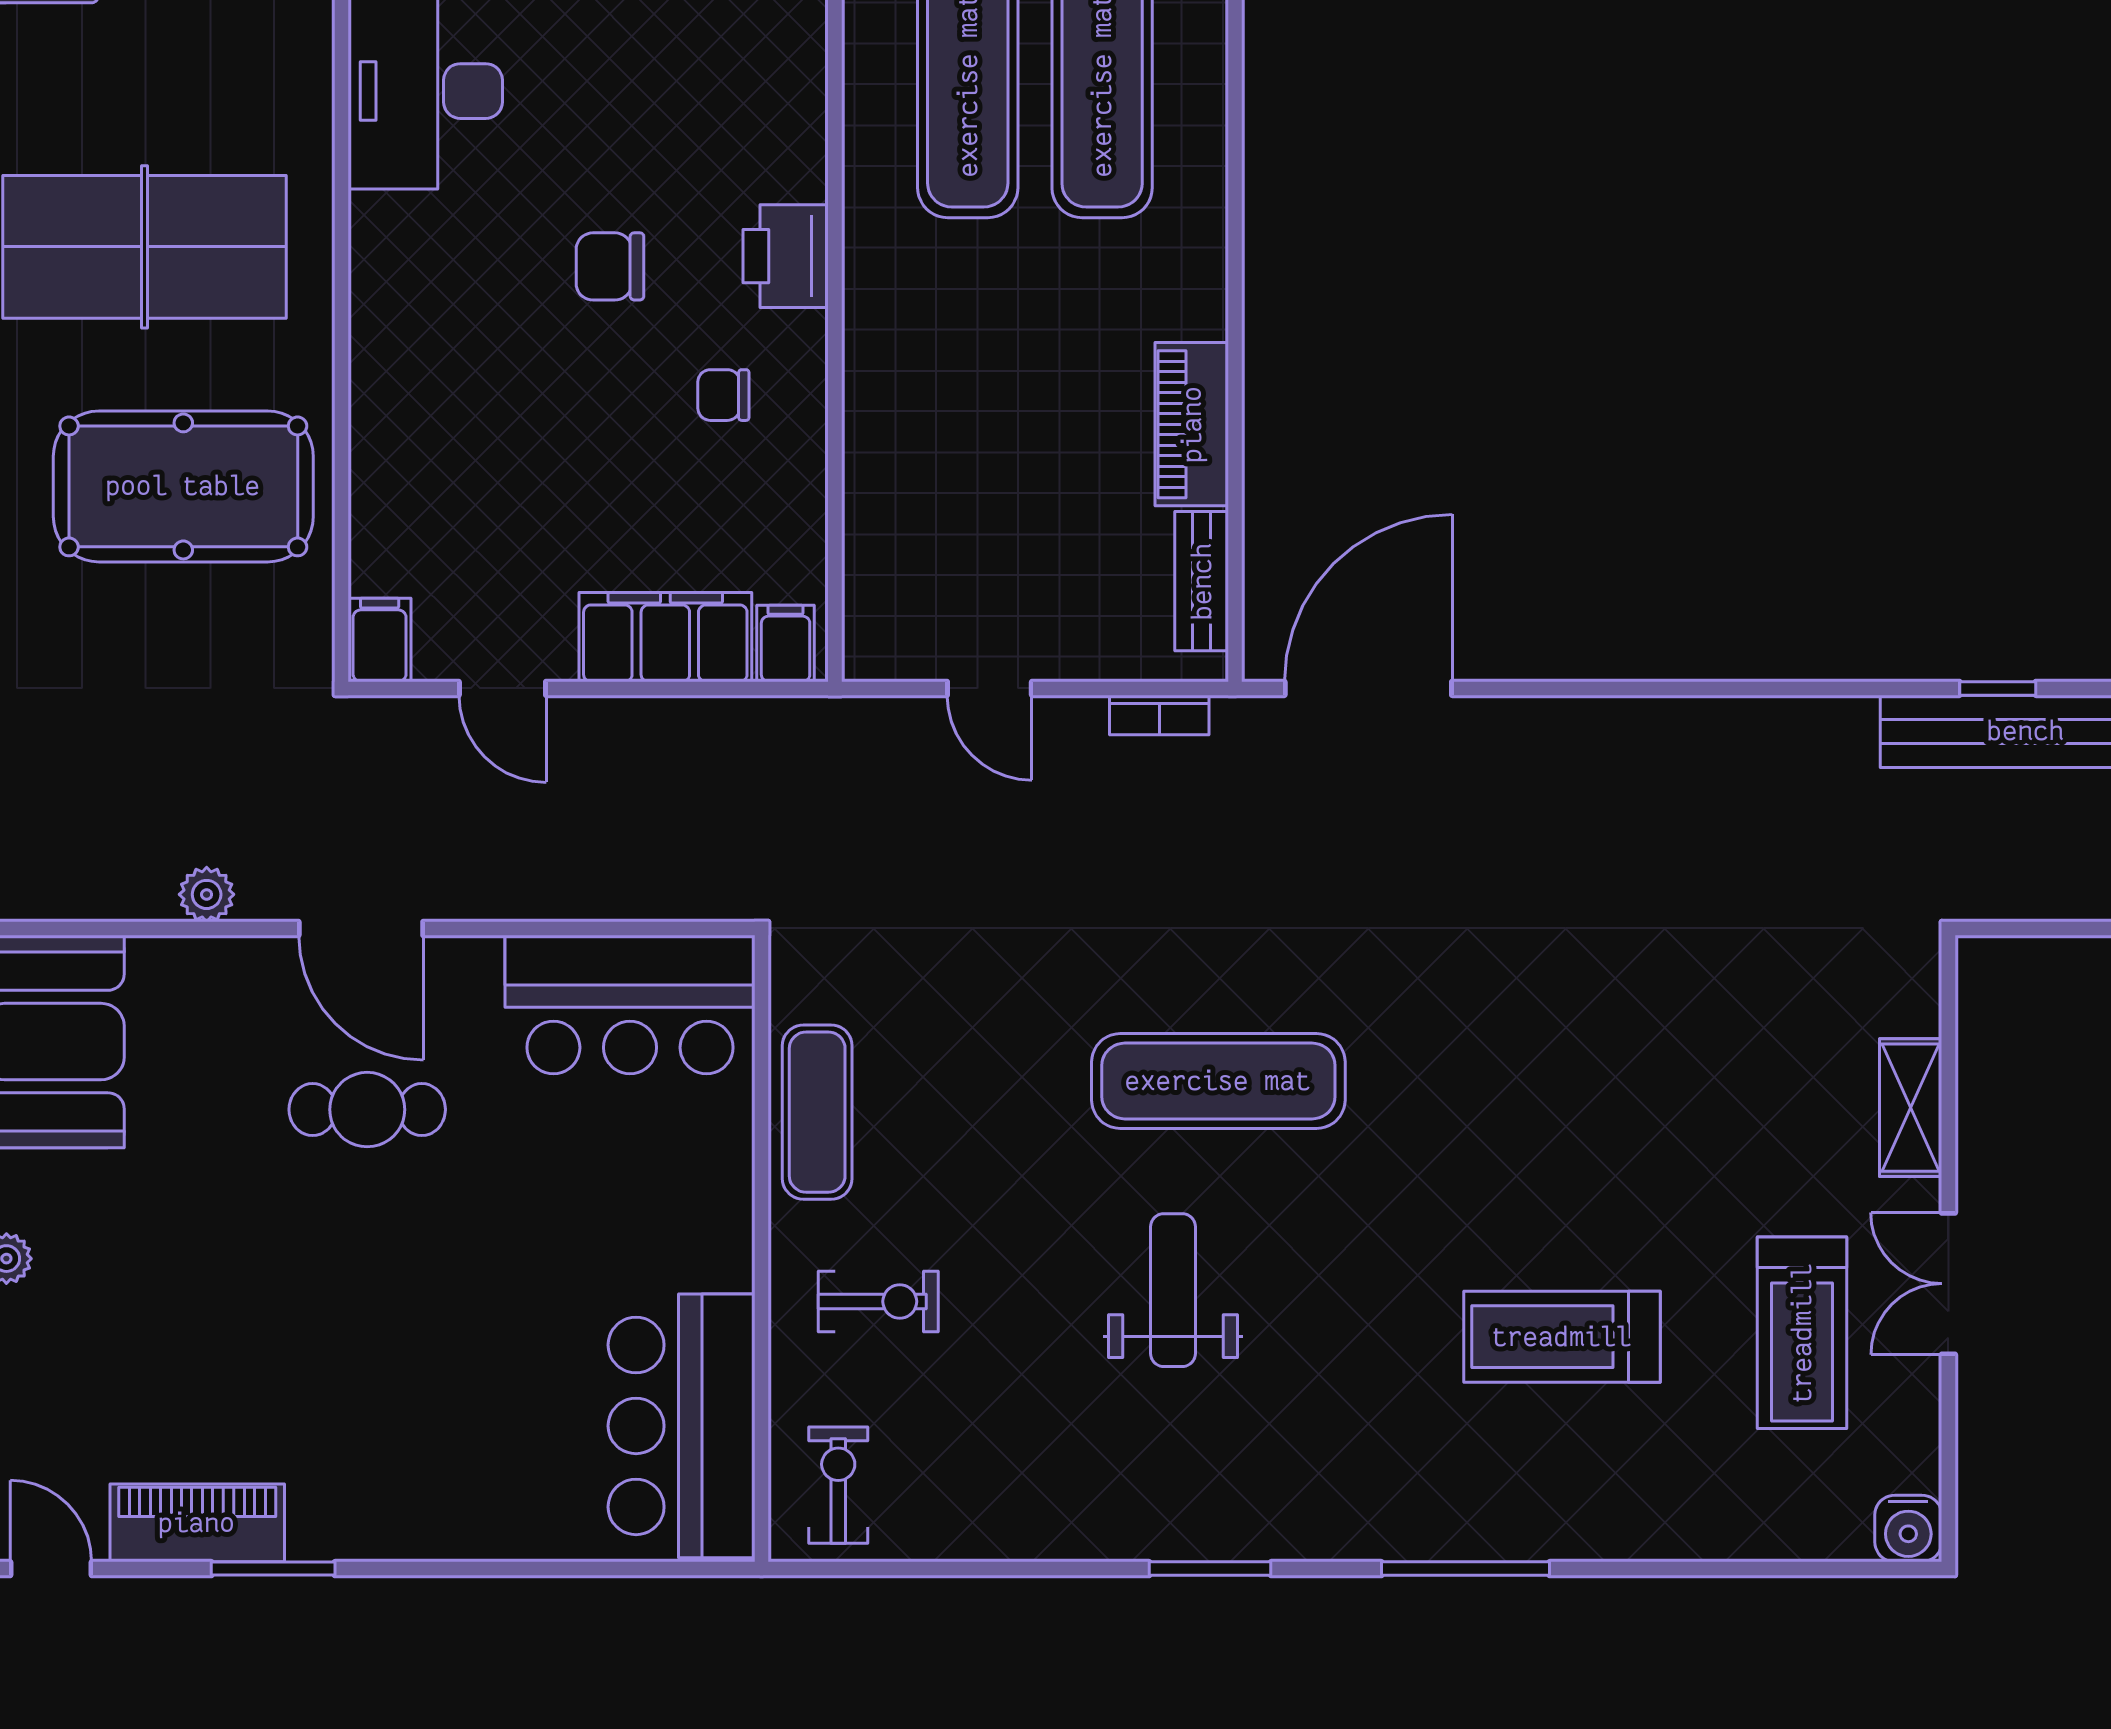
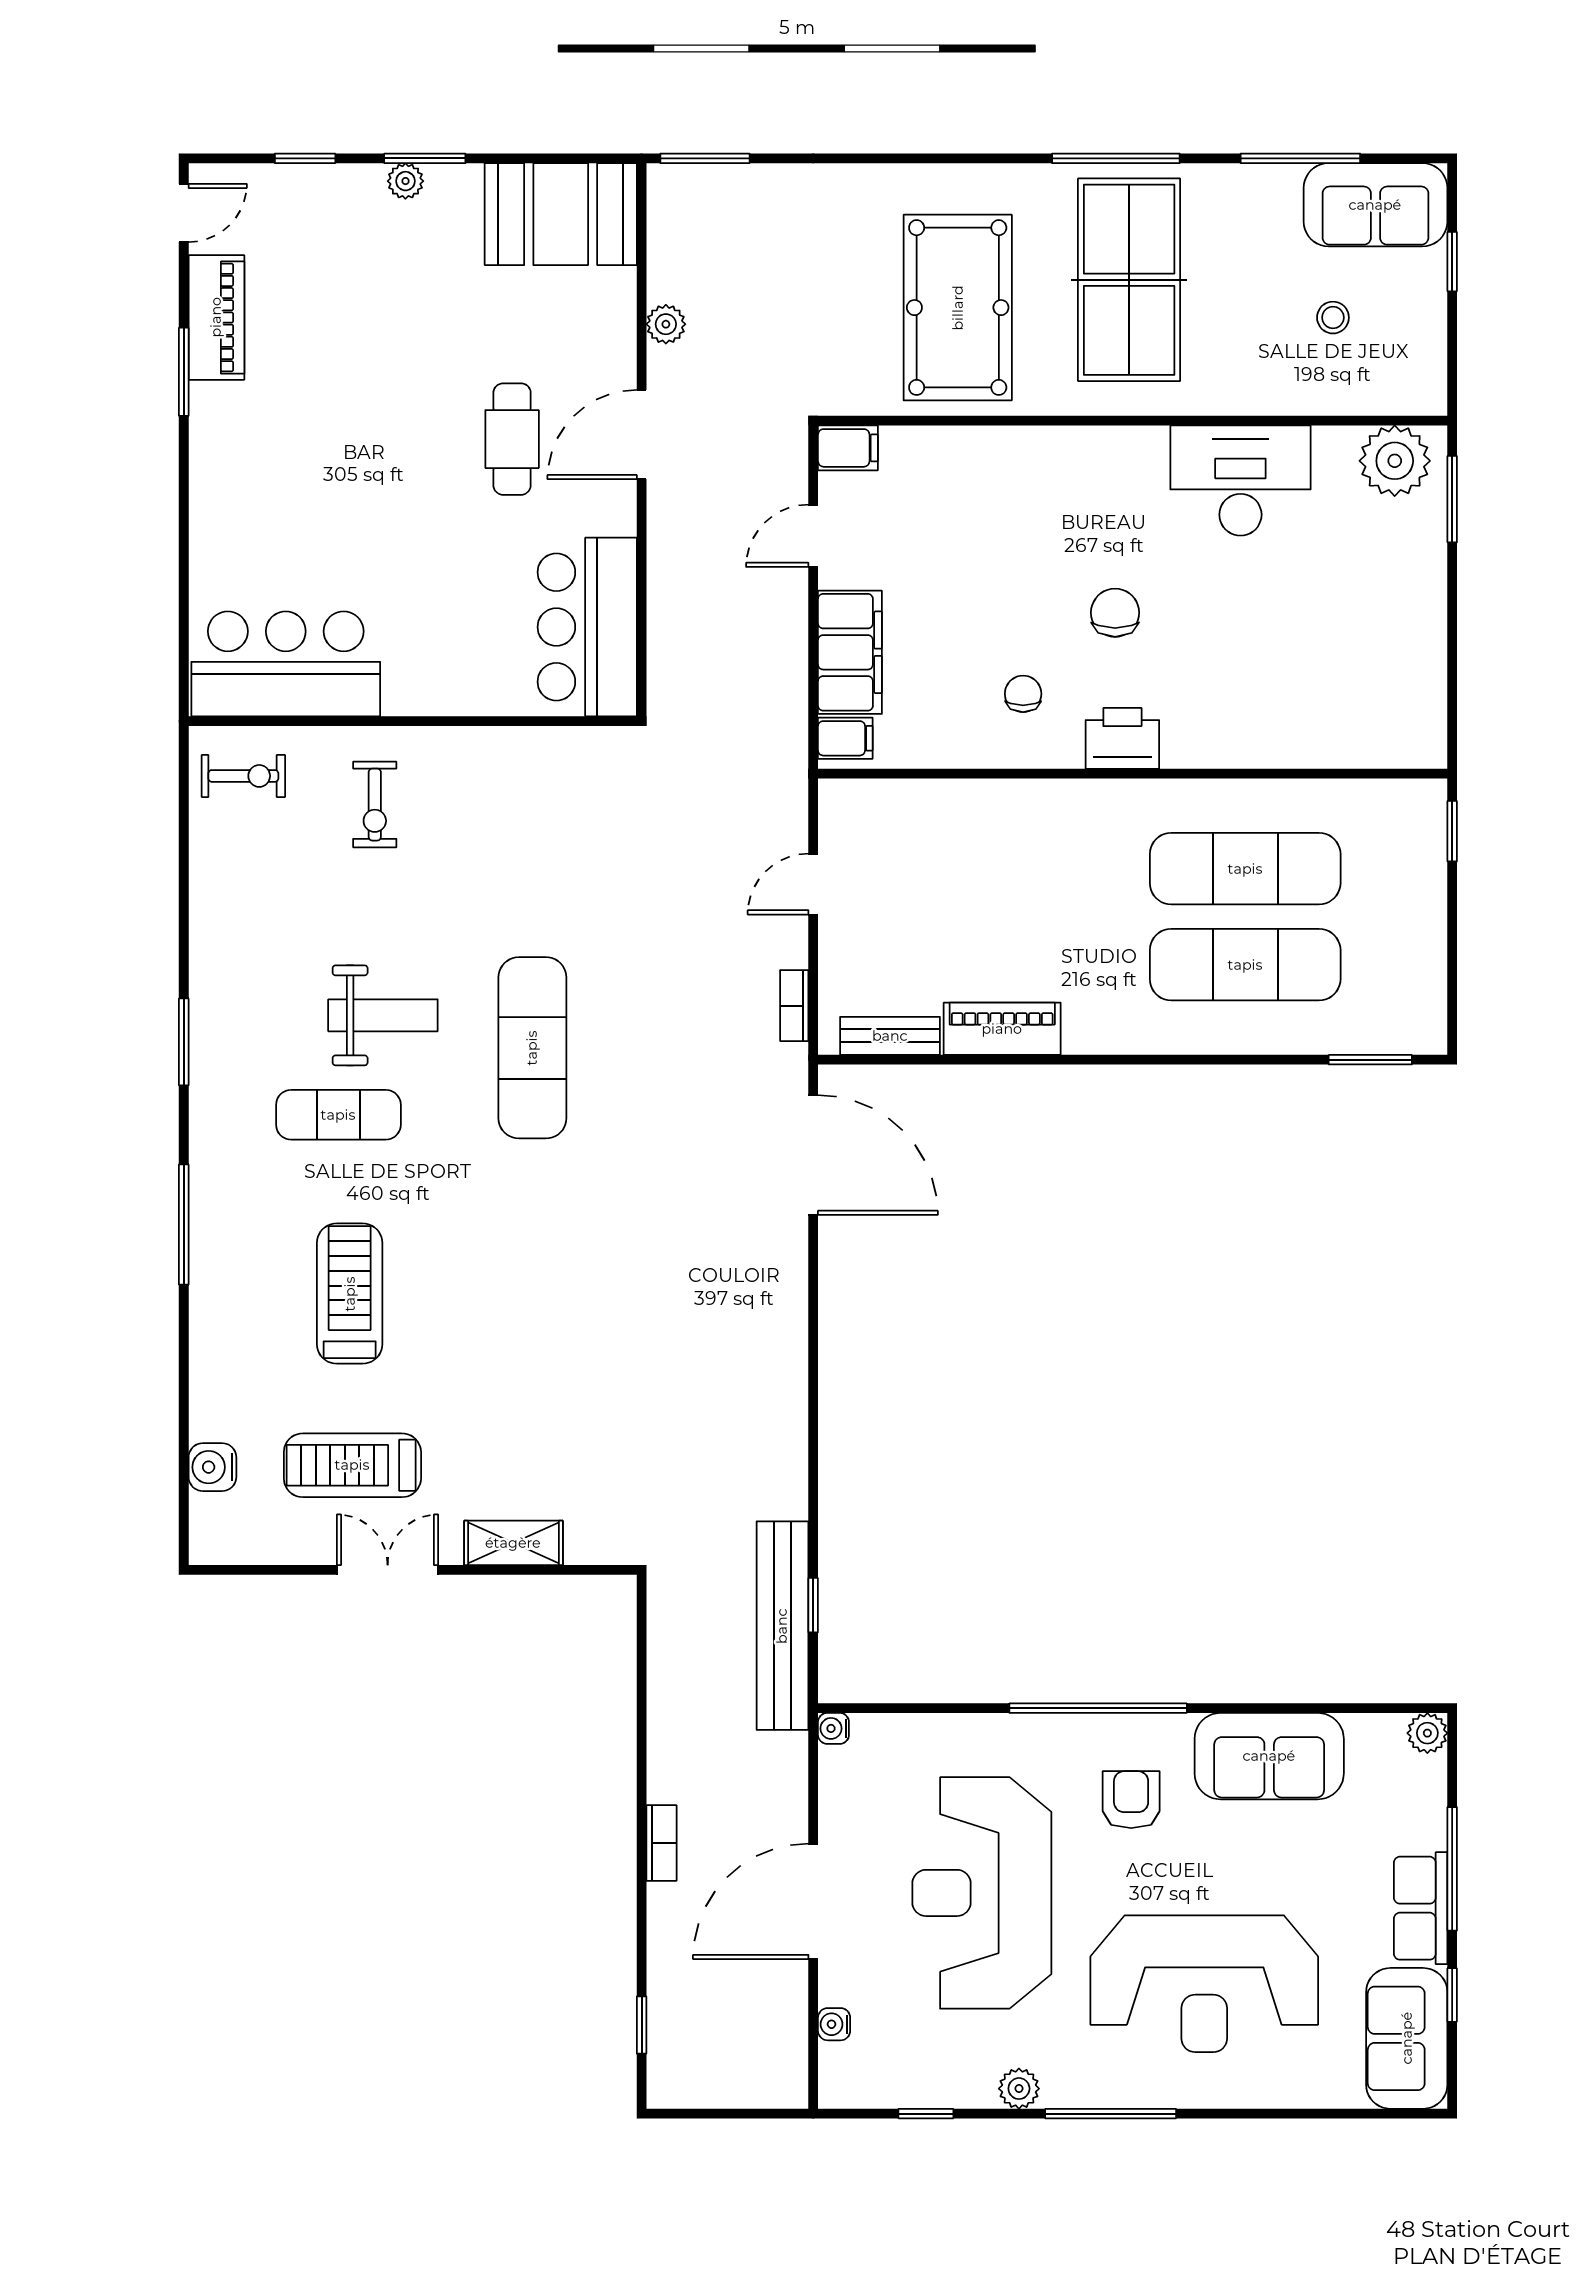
exercise mat: (817, 1112) -> (338, 1115), moved
water cooler: (1908, 1528) -> (212, 1467), moved

